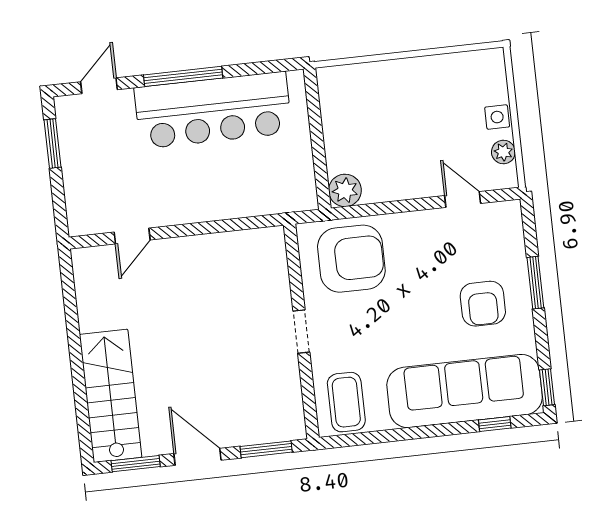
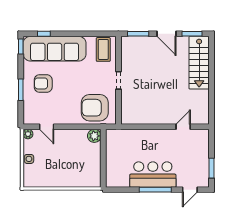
bar counter: (213, 110) -> (153, 175), width x0.73
plant: (503, 152) -> (28, 134), moved
armchair: (483, 304) -> (43, 83), turned -90

